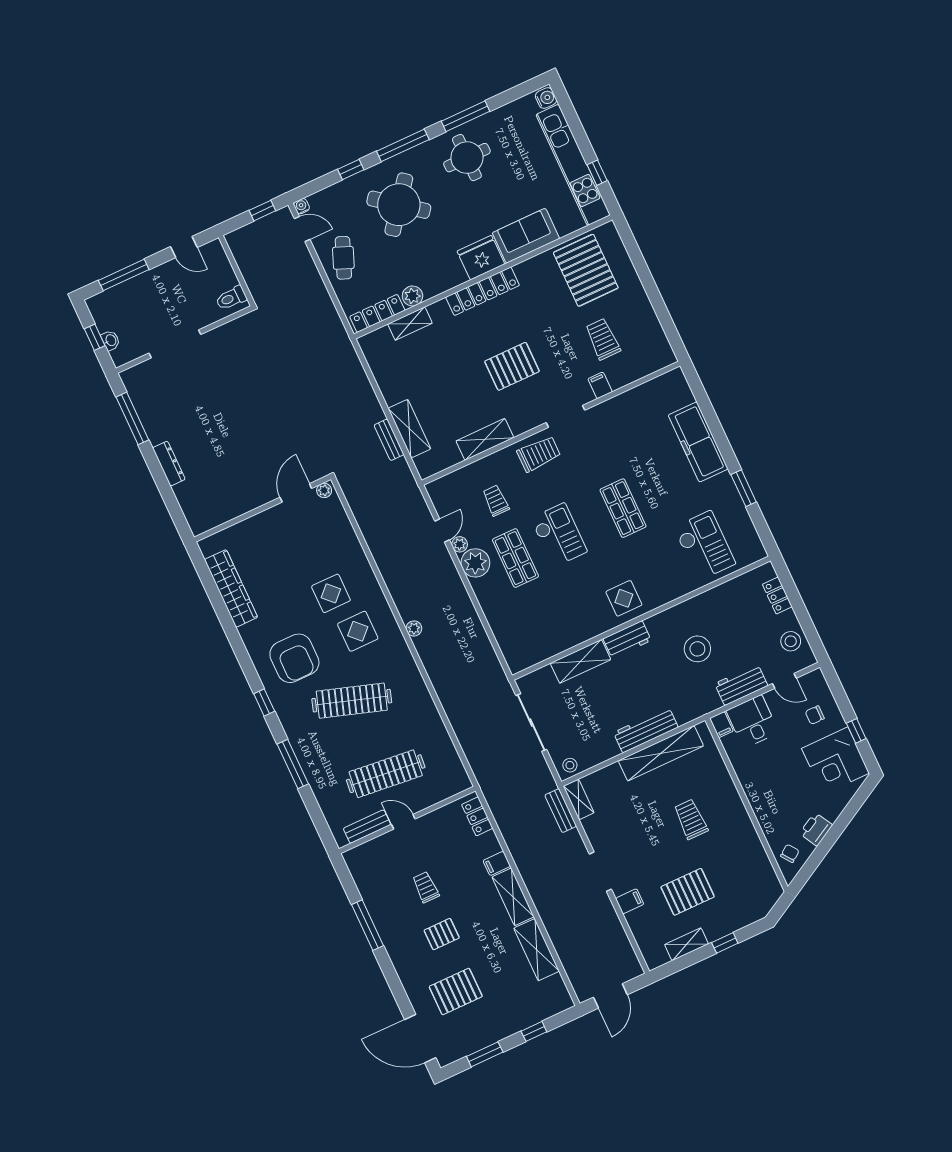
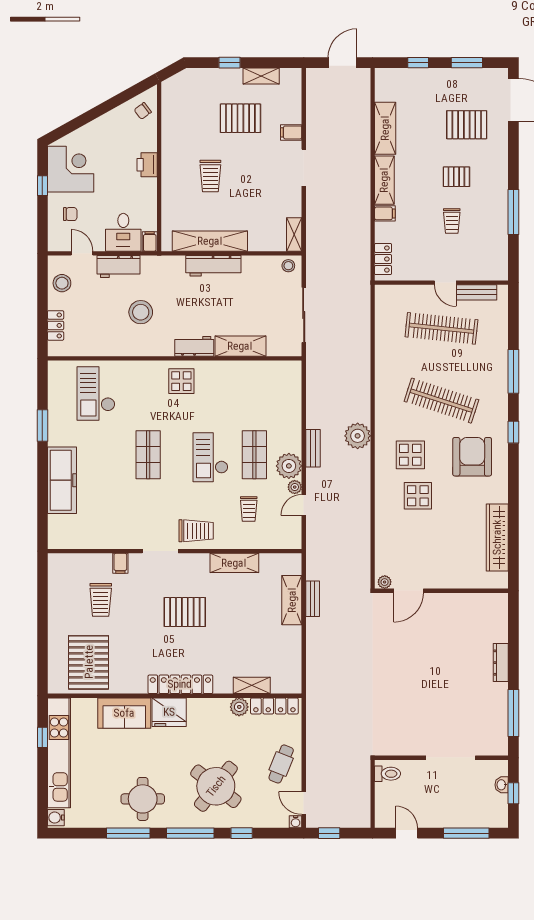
trolley: (539, 454) -> (196, 531), turned 180
plant: (414, 628) -> (358, 436), width x1.88, depth x1.88
bench: (561, 811) -> (313, 448), moved
printer: (816, 829) -> (147, 165), moved, turned 119

